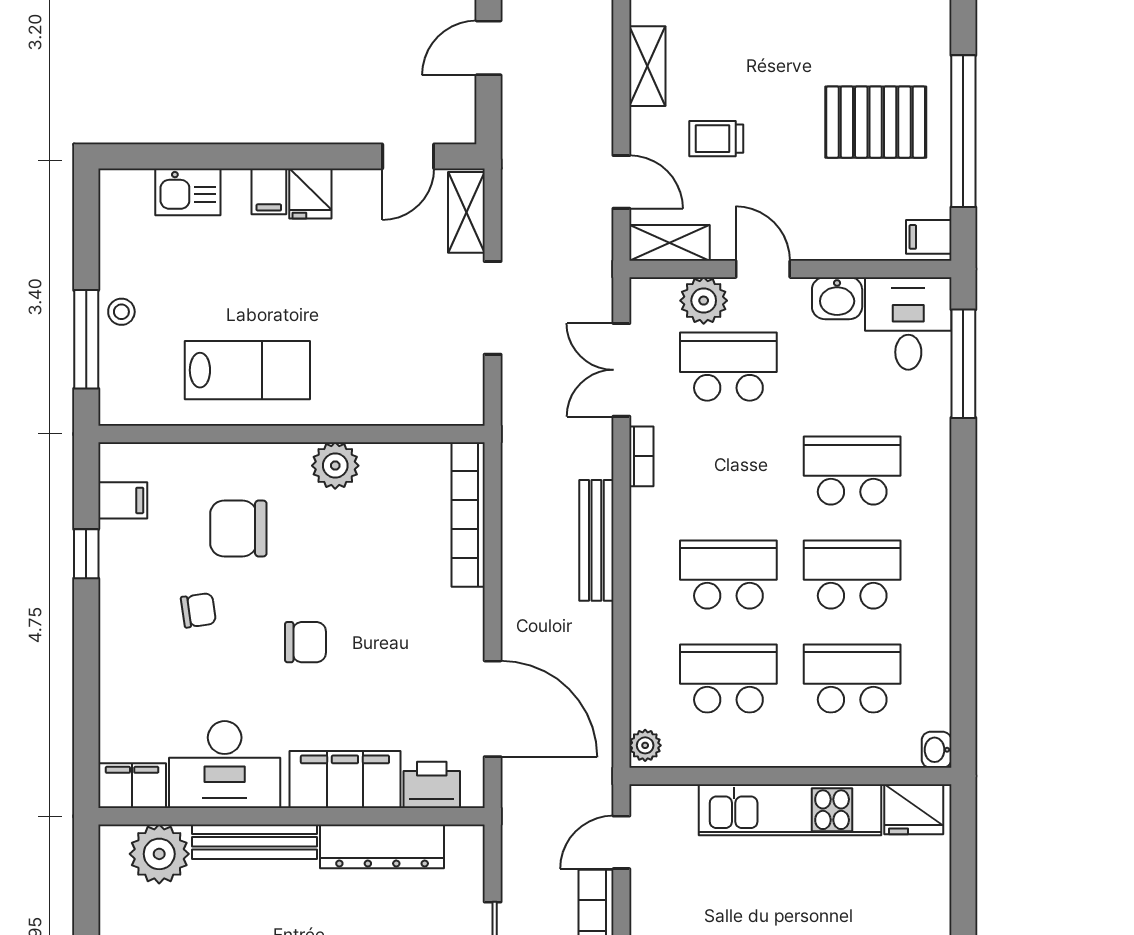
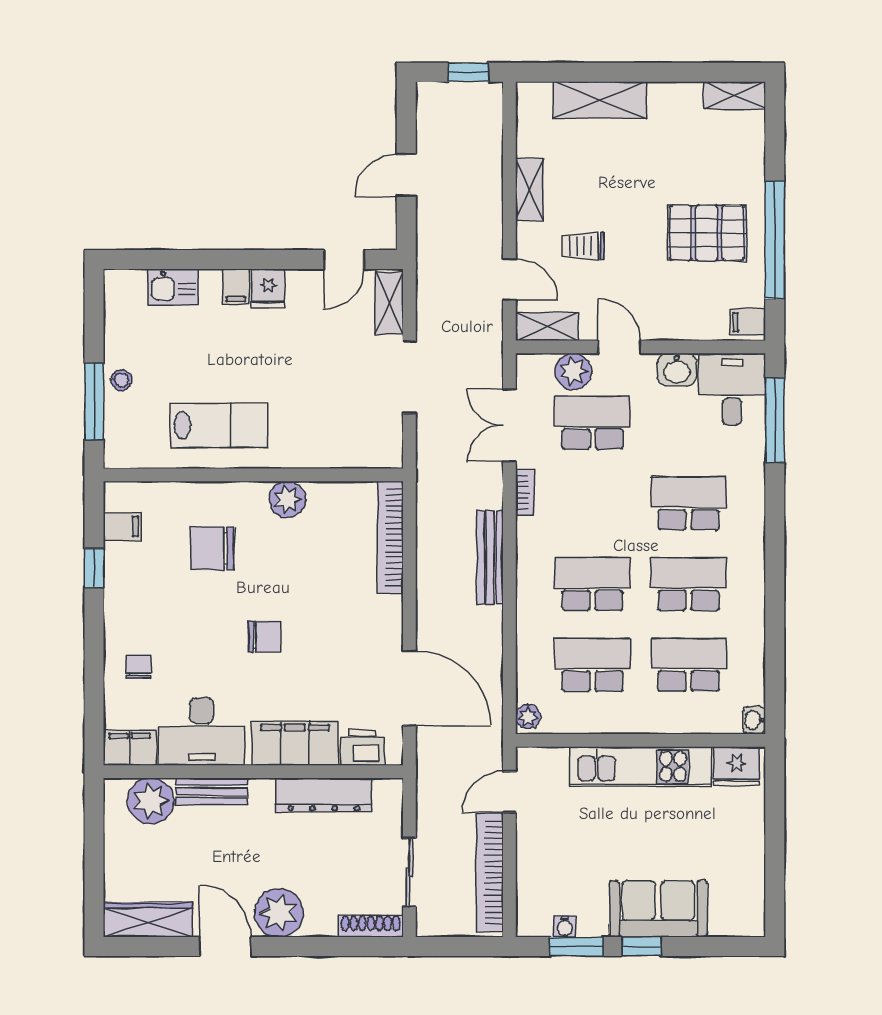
chair: (198, 610) -> (139, 667), moved, turned -82
bench: (255, 842) -> (212, 791), width x0.73

